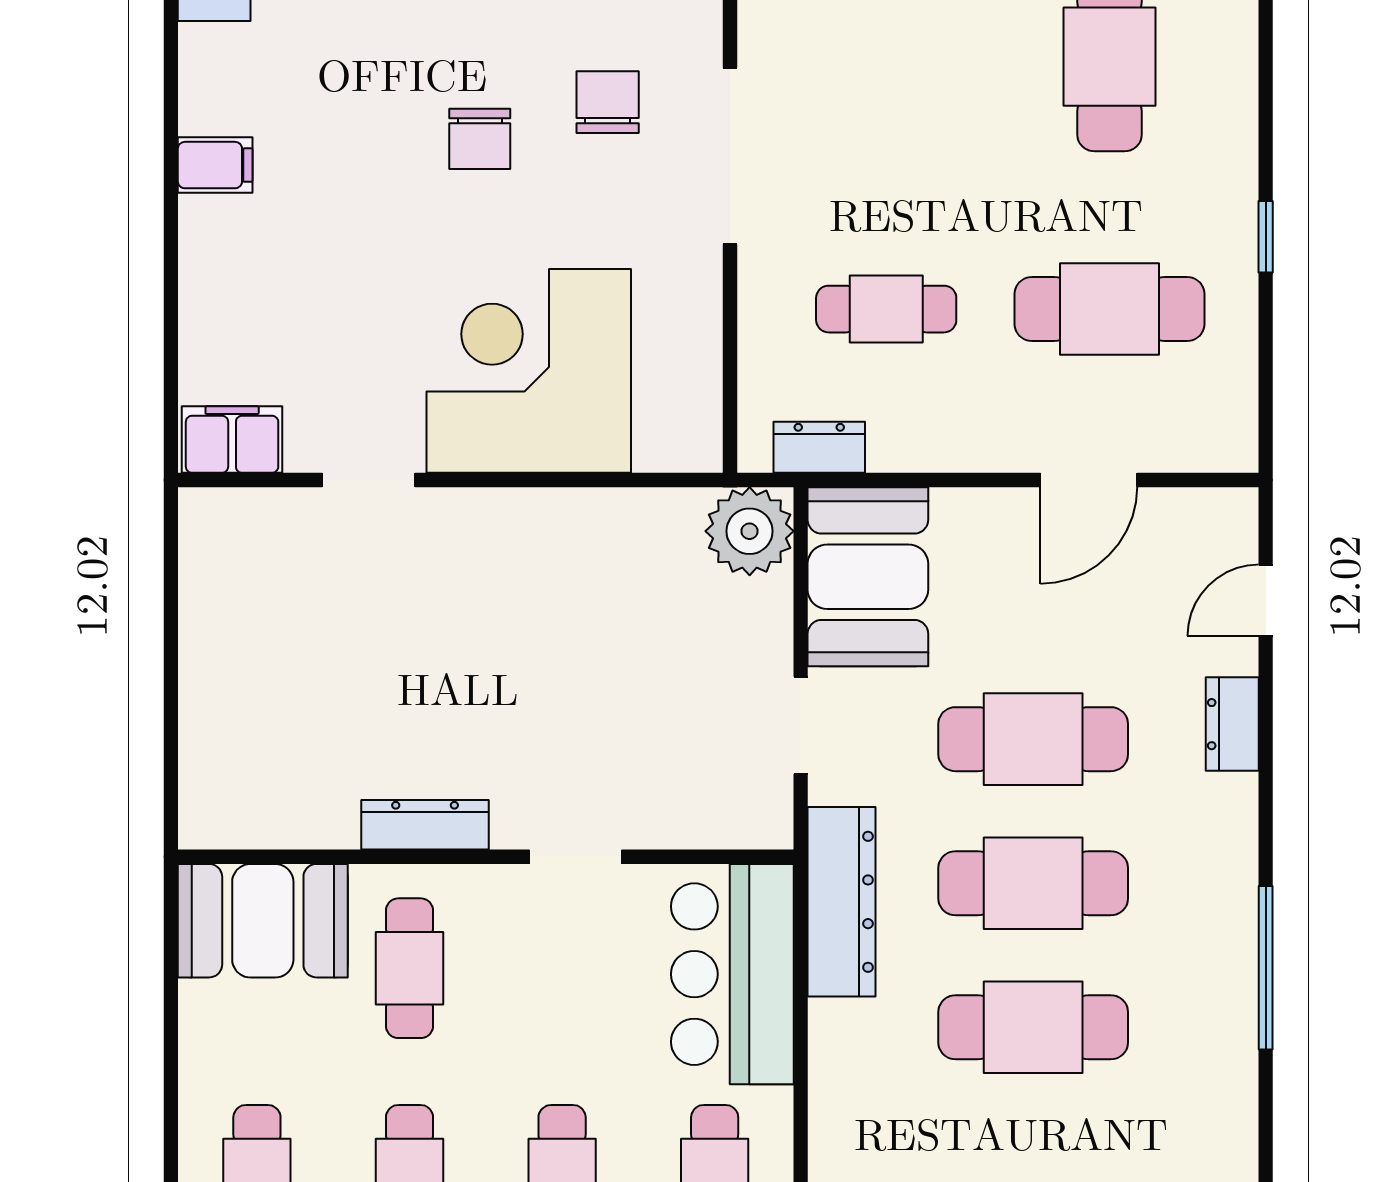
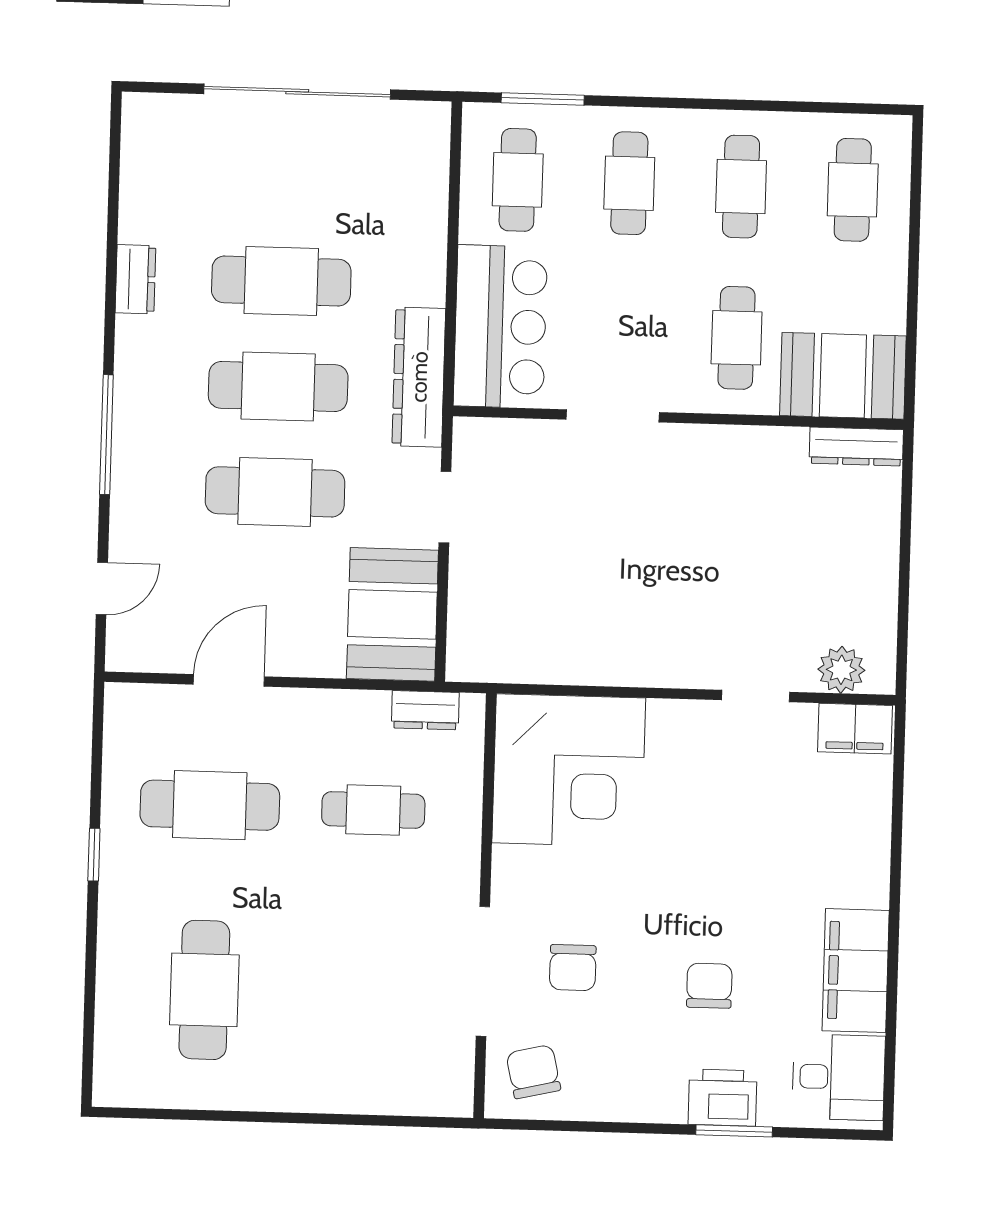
chair: (480, 139) -> (709, 986), moved
doorway: (730, 156) -> (483, 971), moved
filing cabinet: (215, 165) -> (856, 971), width x3.00, depth x1.17
corner desk: (529, 371) -> (569, 770), moved
plant: (750, 531) -> (841, 670), moved, width x0.73, depth x0.73
dresser: (1232, 724) -> (136, 279), moved
dresser: (425, 825) -> (856, 446), moved
doorway: (575, 857) -> (613, 416), width x1.38
window: (1266, 968) -> (106, 435), moved

